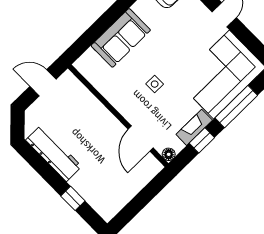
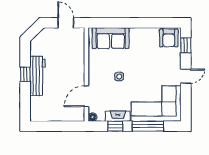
sofa: (121, 38) -> (111, 38), moved
workbench: (54, 153) -> (37, 76), moved
window: (73, 198) -> (25, 74), moved

